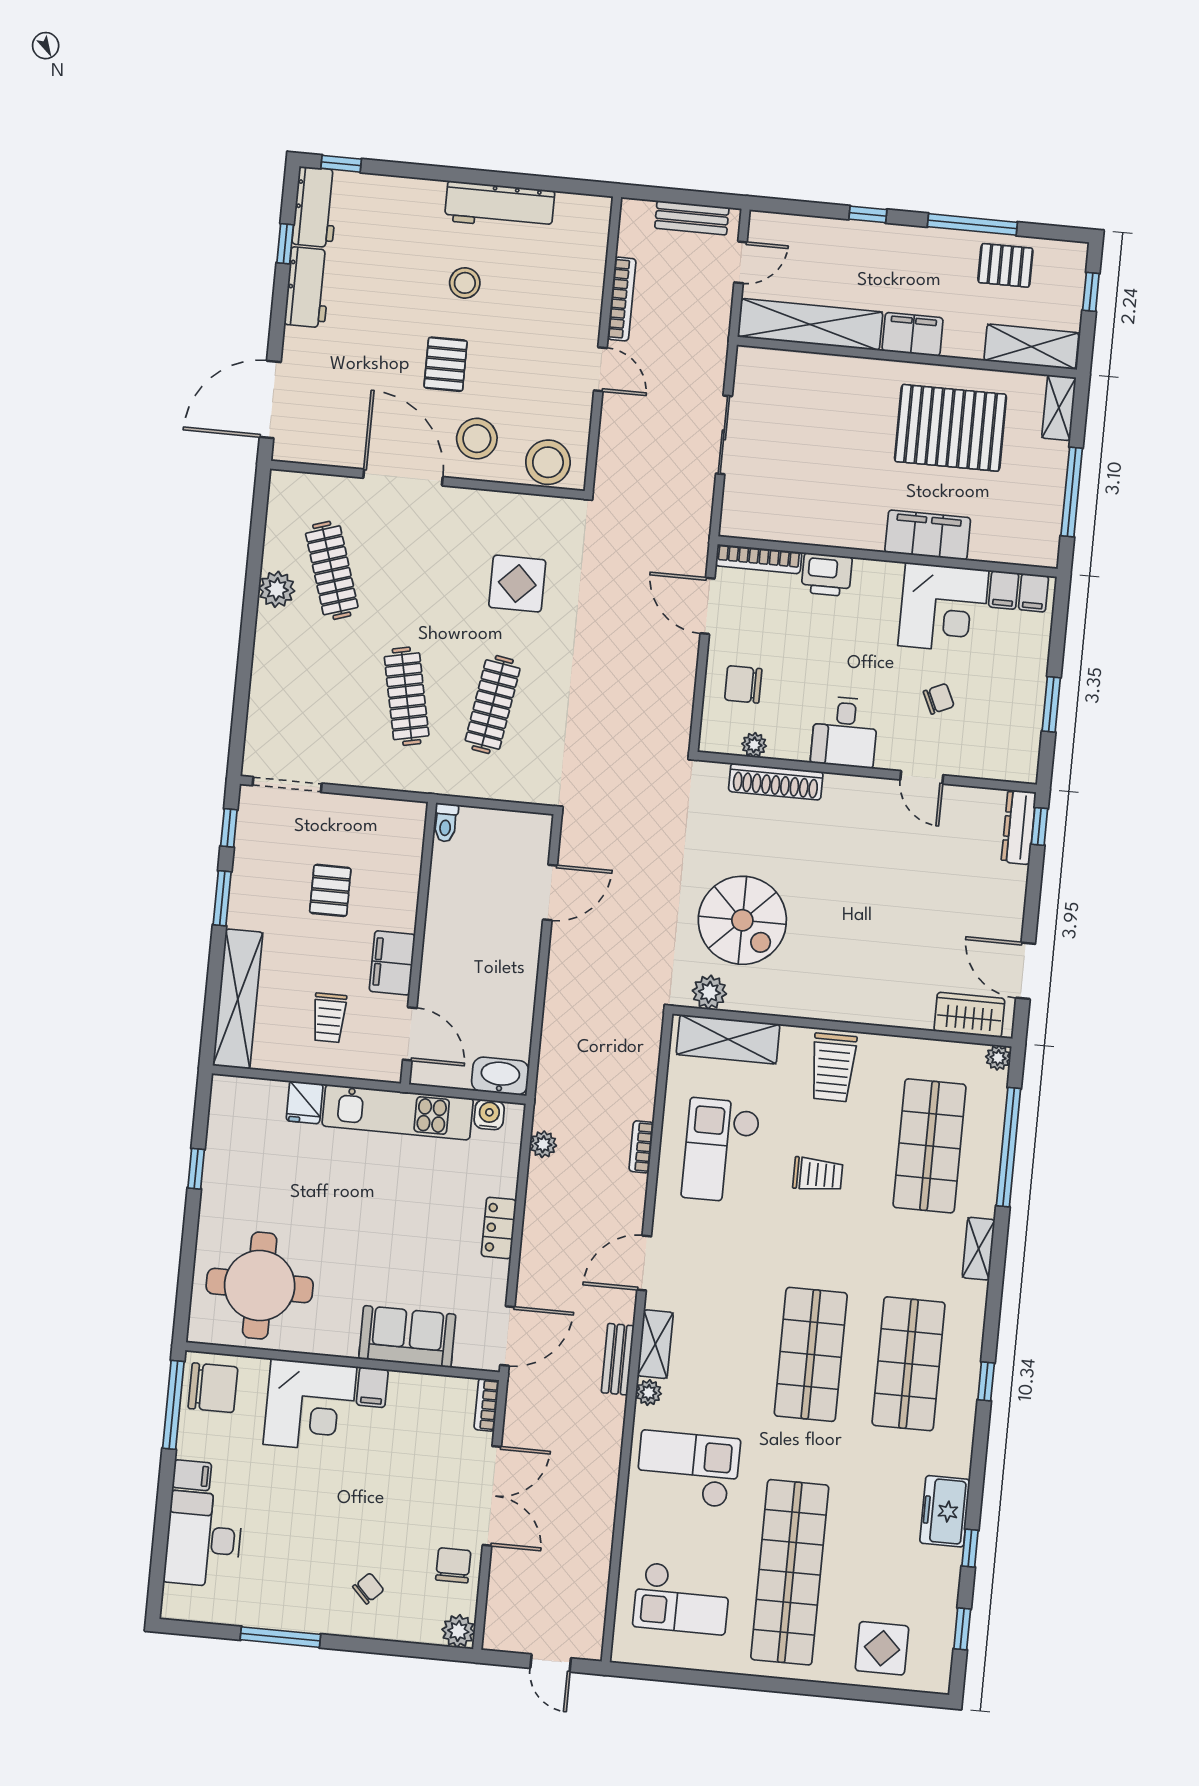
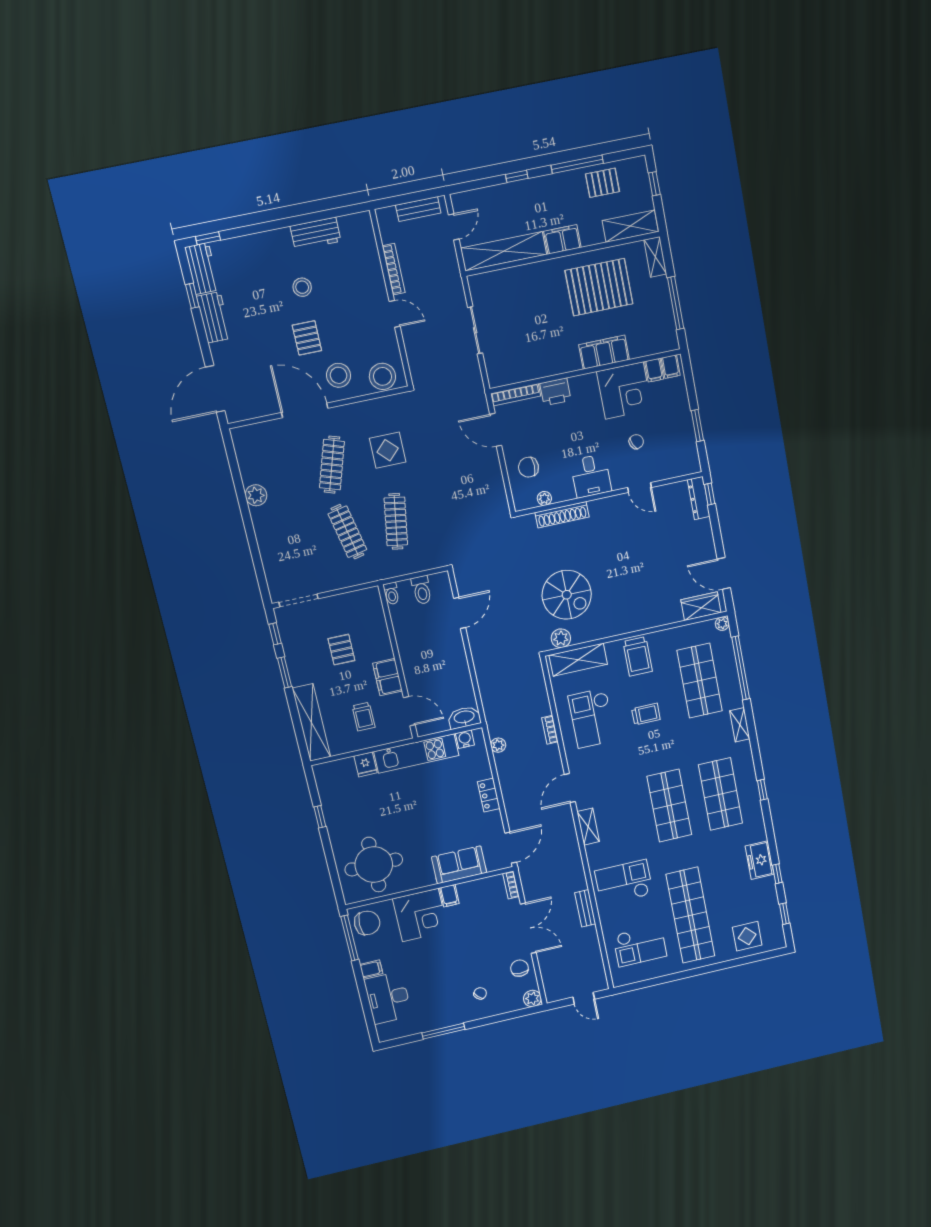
workbench: (500, 206) -> (315, 234), width x0.73
clothes rail: (332, 570) -> (332, 465), moved, turned 36
toilet: (498, 833) -> (422, 590), added
bench: (618, 1359) -> (585, 908), moved
plant: (649, 1393) -> (592, 852), removed

